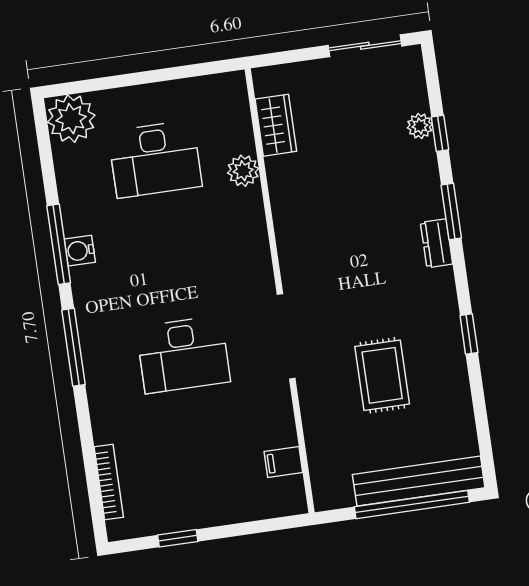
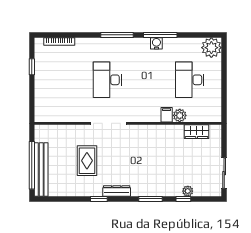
dresser: (437, 243) -> (117, 191), moved, width x1.44
rug: (382, 375) -> (87, 161), turned 90
filing cabinet: (283, 462) -> (167, 115), moved

